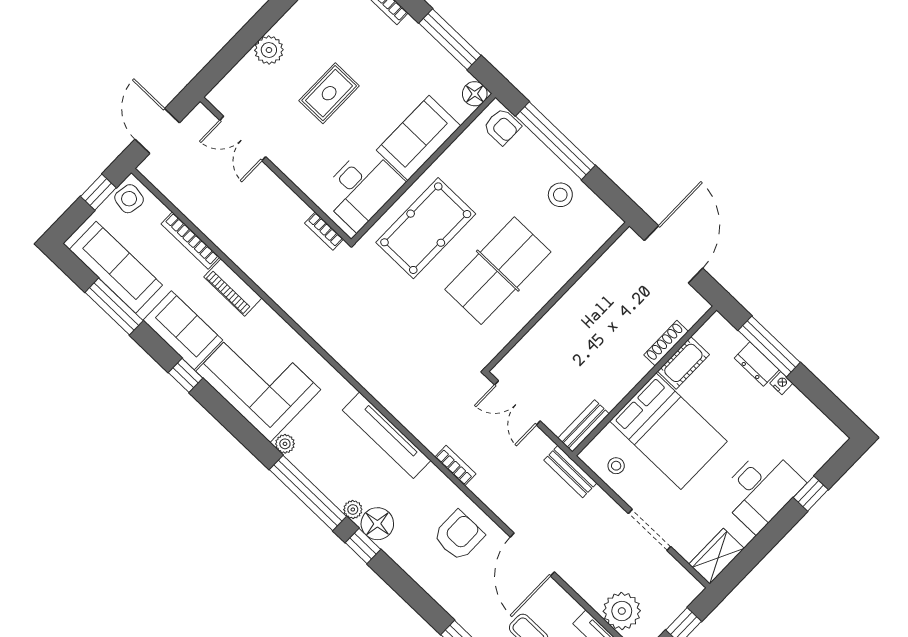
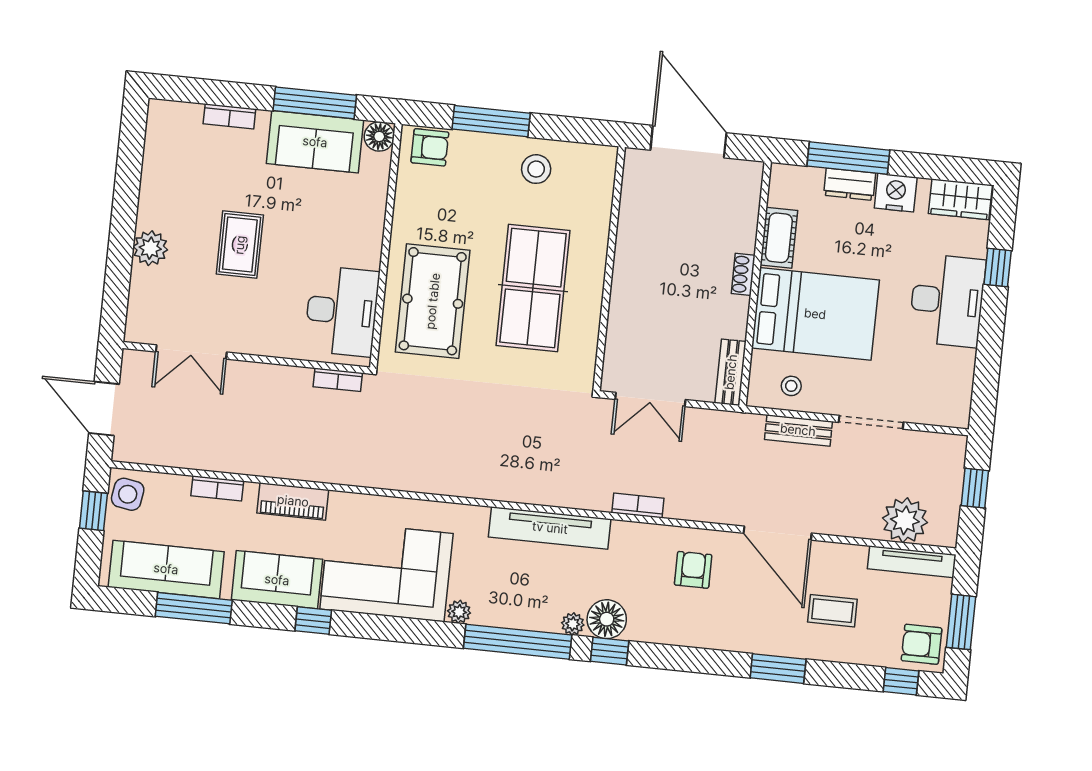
sofa: (419, 138) -> (315, 142), moved, turned -90
window: (555, 141) -> (491, 121), width x0.68
bookcase: (190, 240) -> (217, 488), width x0.64
shoe rack: (666, 343) -> (743, 274), moved, width x0.70
nightstand: (781, 383) -> (896, 193), width x1.89, depth x1.79
bench: (570, 472) -> (798, 430), moved
armchair: (459, 535) -> (693, 570), width x0.72, depth x0.72
wardrobe: (717, 556) -> (960, 199), moved, turned -90

